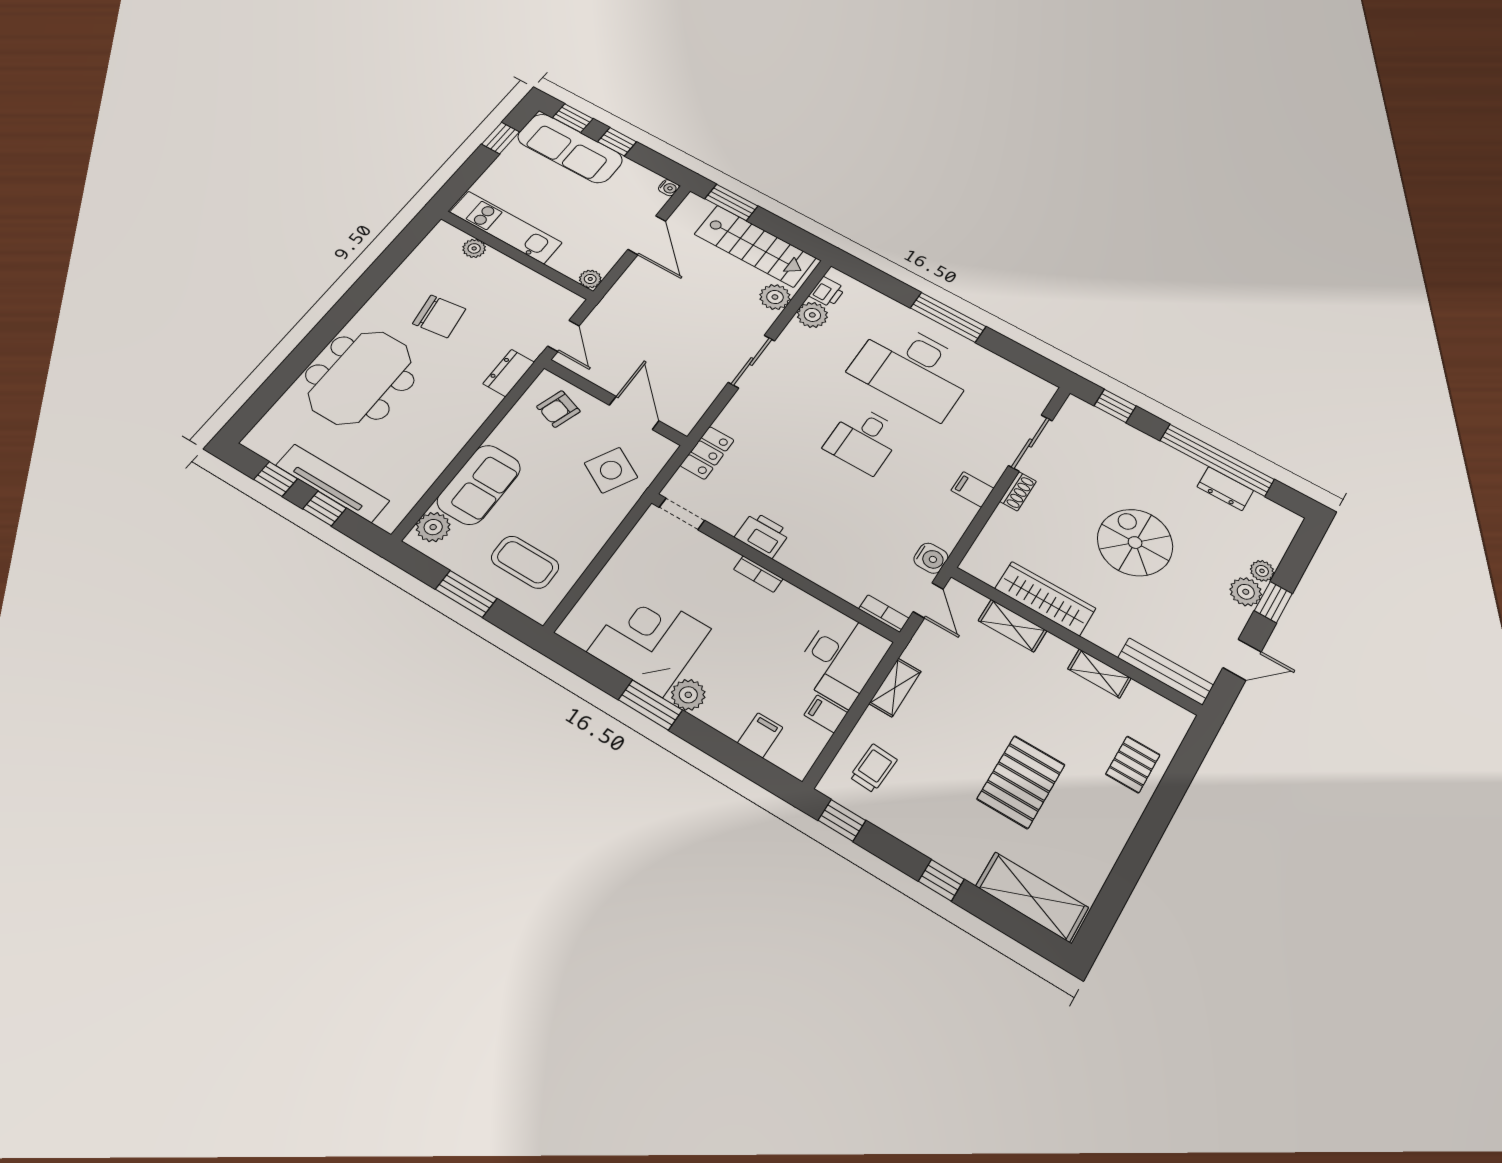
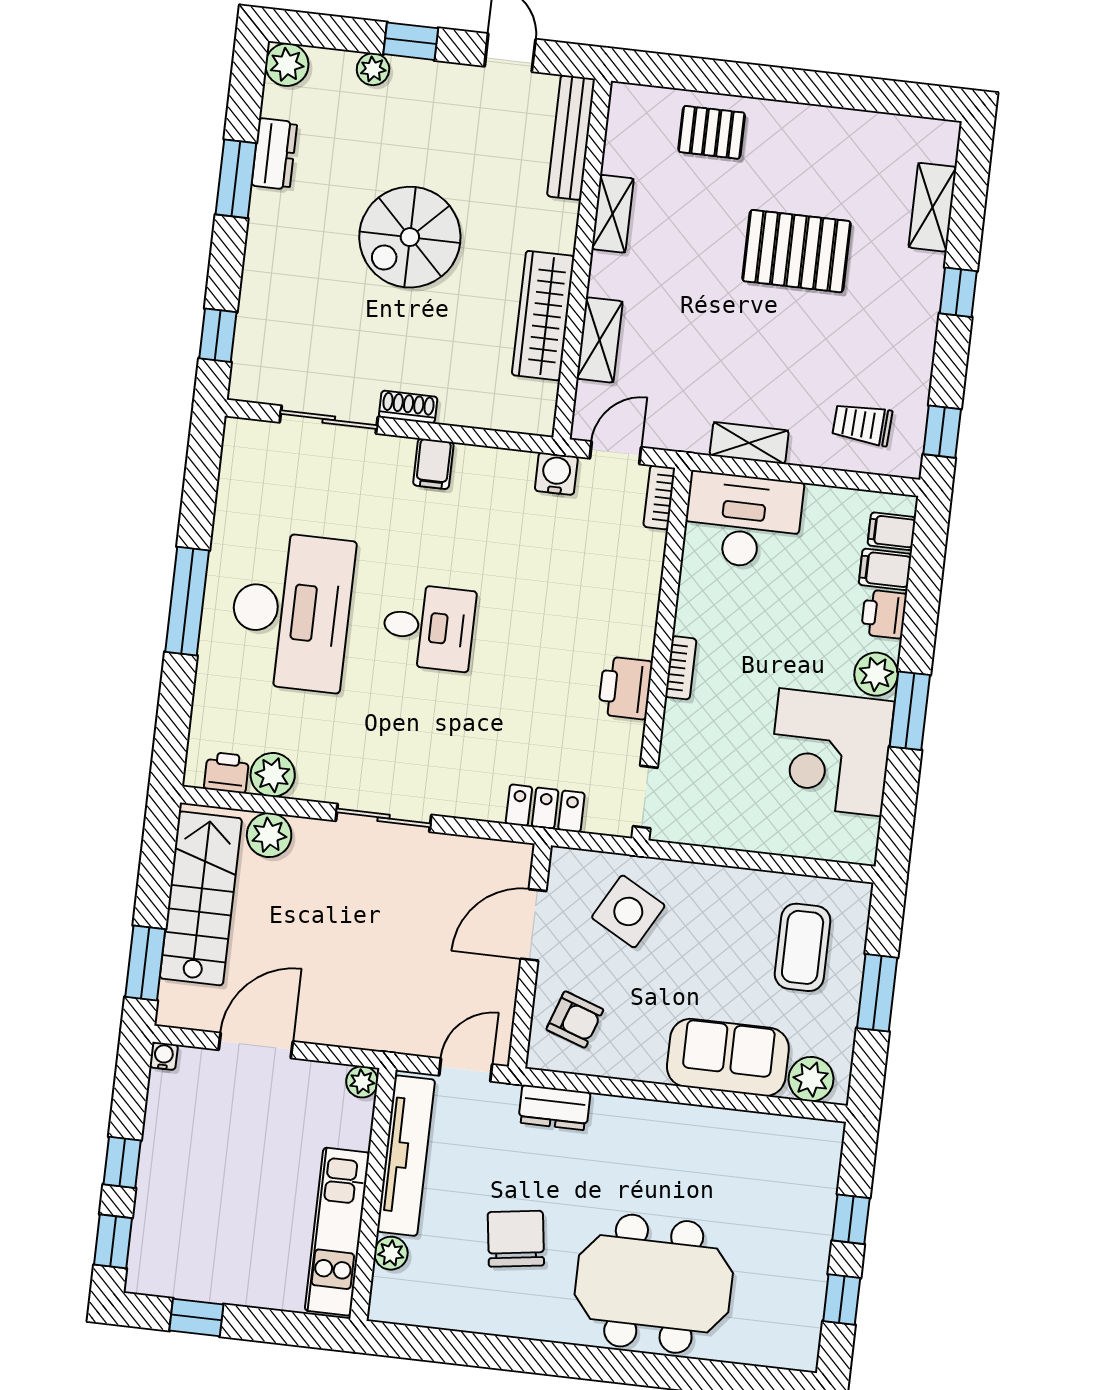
sofa: (570, 148) -> (166, 1218), removed
window: (1217, 460) -> (236, 179), width x0.47
tv unit: (332, 483) -> (406, 1156), moved, turned 180
plant: (1246, 592) -> (287, 65), moved
filing cabinet: (826, 714) -> (892, 531), moved, turned 90
printer: (728, 720) -> (884, 614), added
shelving: (1032, 897) -> (932, 207), width x0.67, depth x0.75

